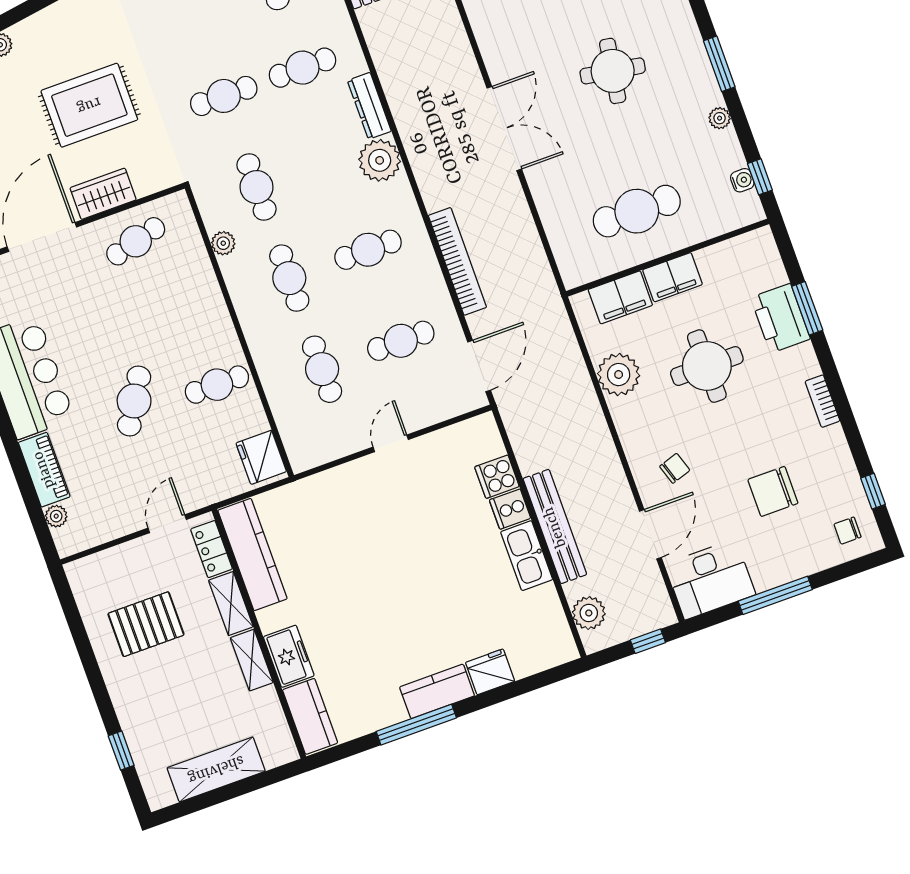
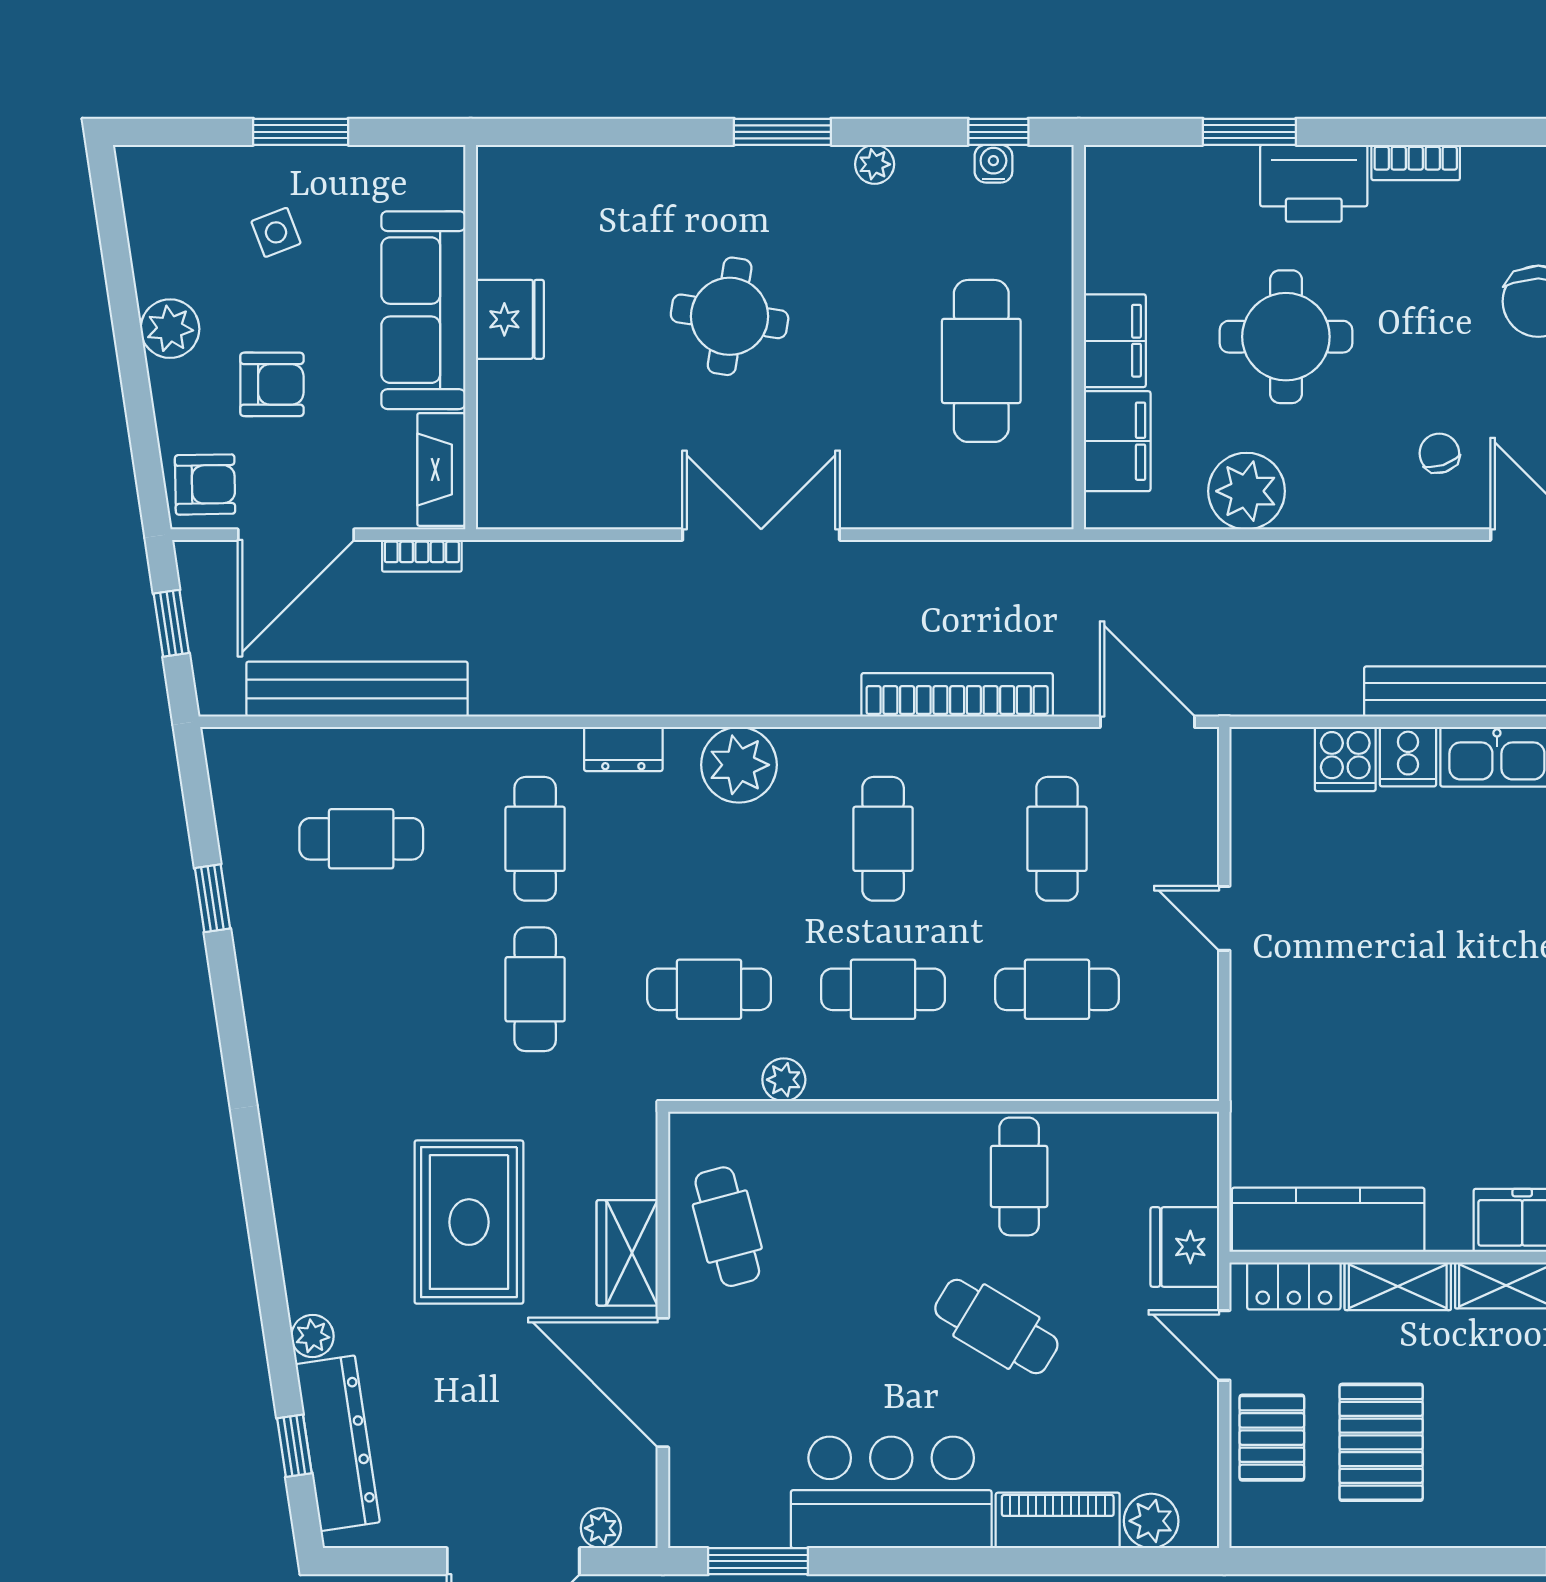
dresser: (369, 106) -> (623, 749), width x0.70
printer: (780, 318) -> (1314, 183), moved
fridge: (261, 457) -> (1185, 1247), moved, turned 90
plant: (56, 516) -> (1151, 1521), width x1.38, depth x1.38
pallet: (128, 566) -> (1272, 1438), added

